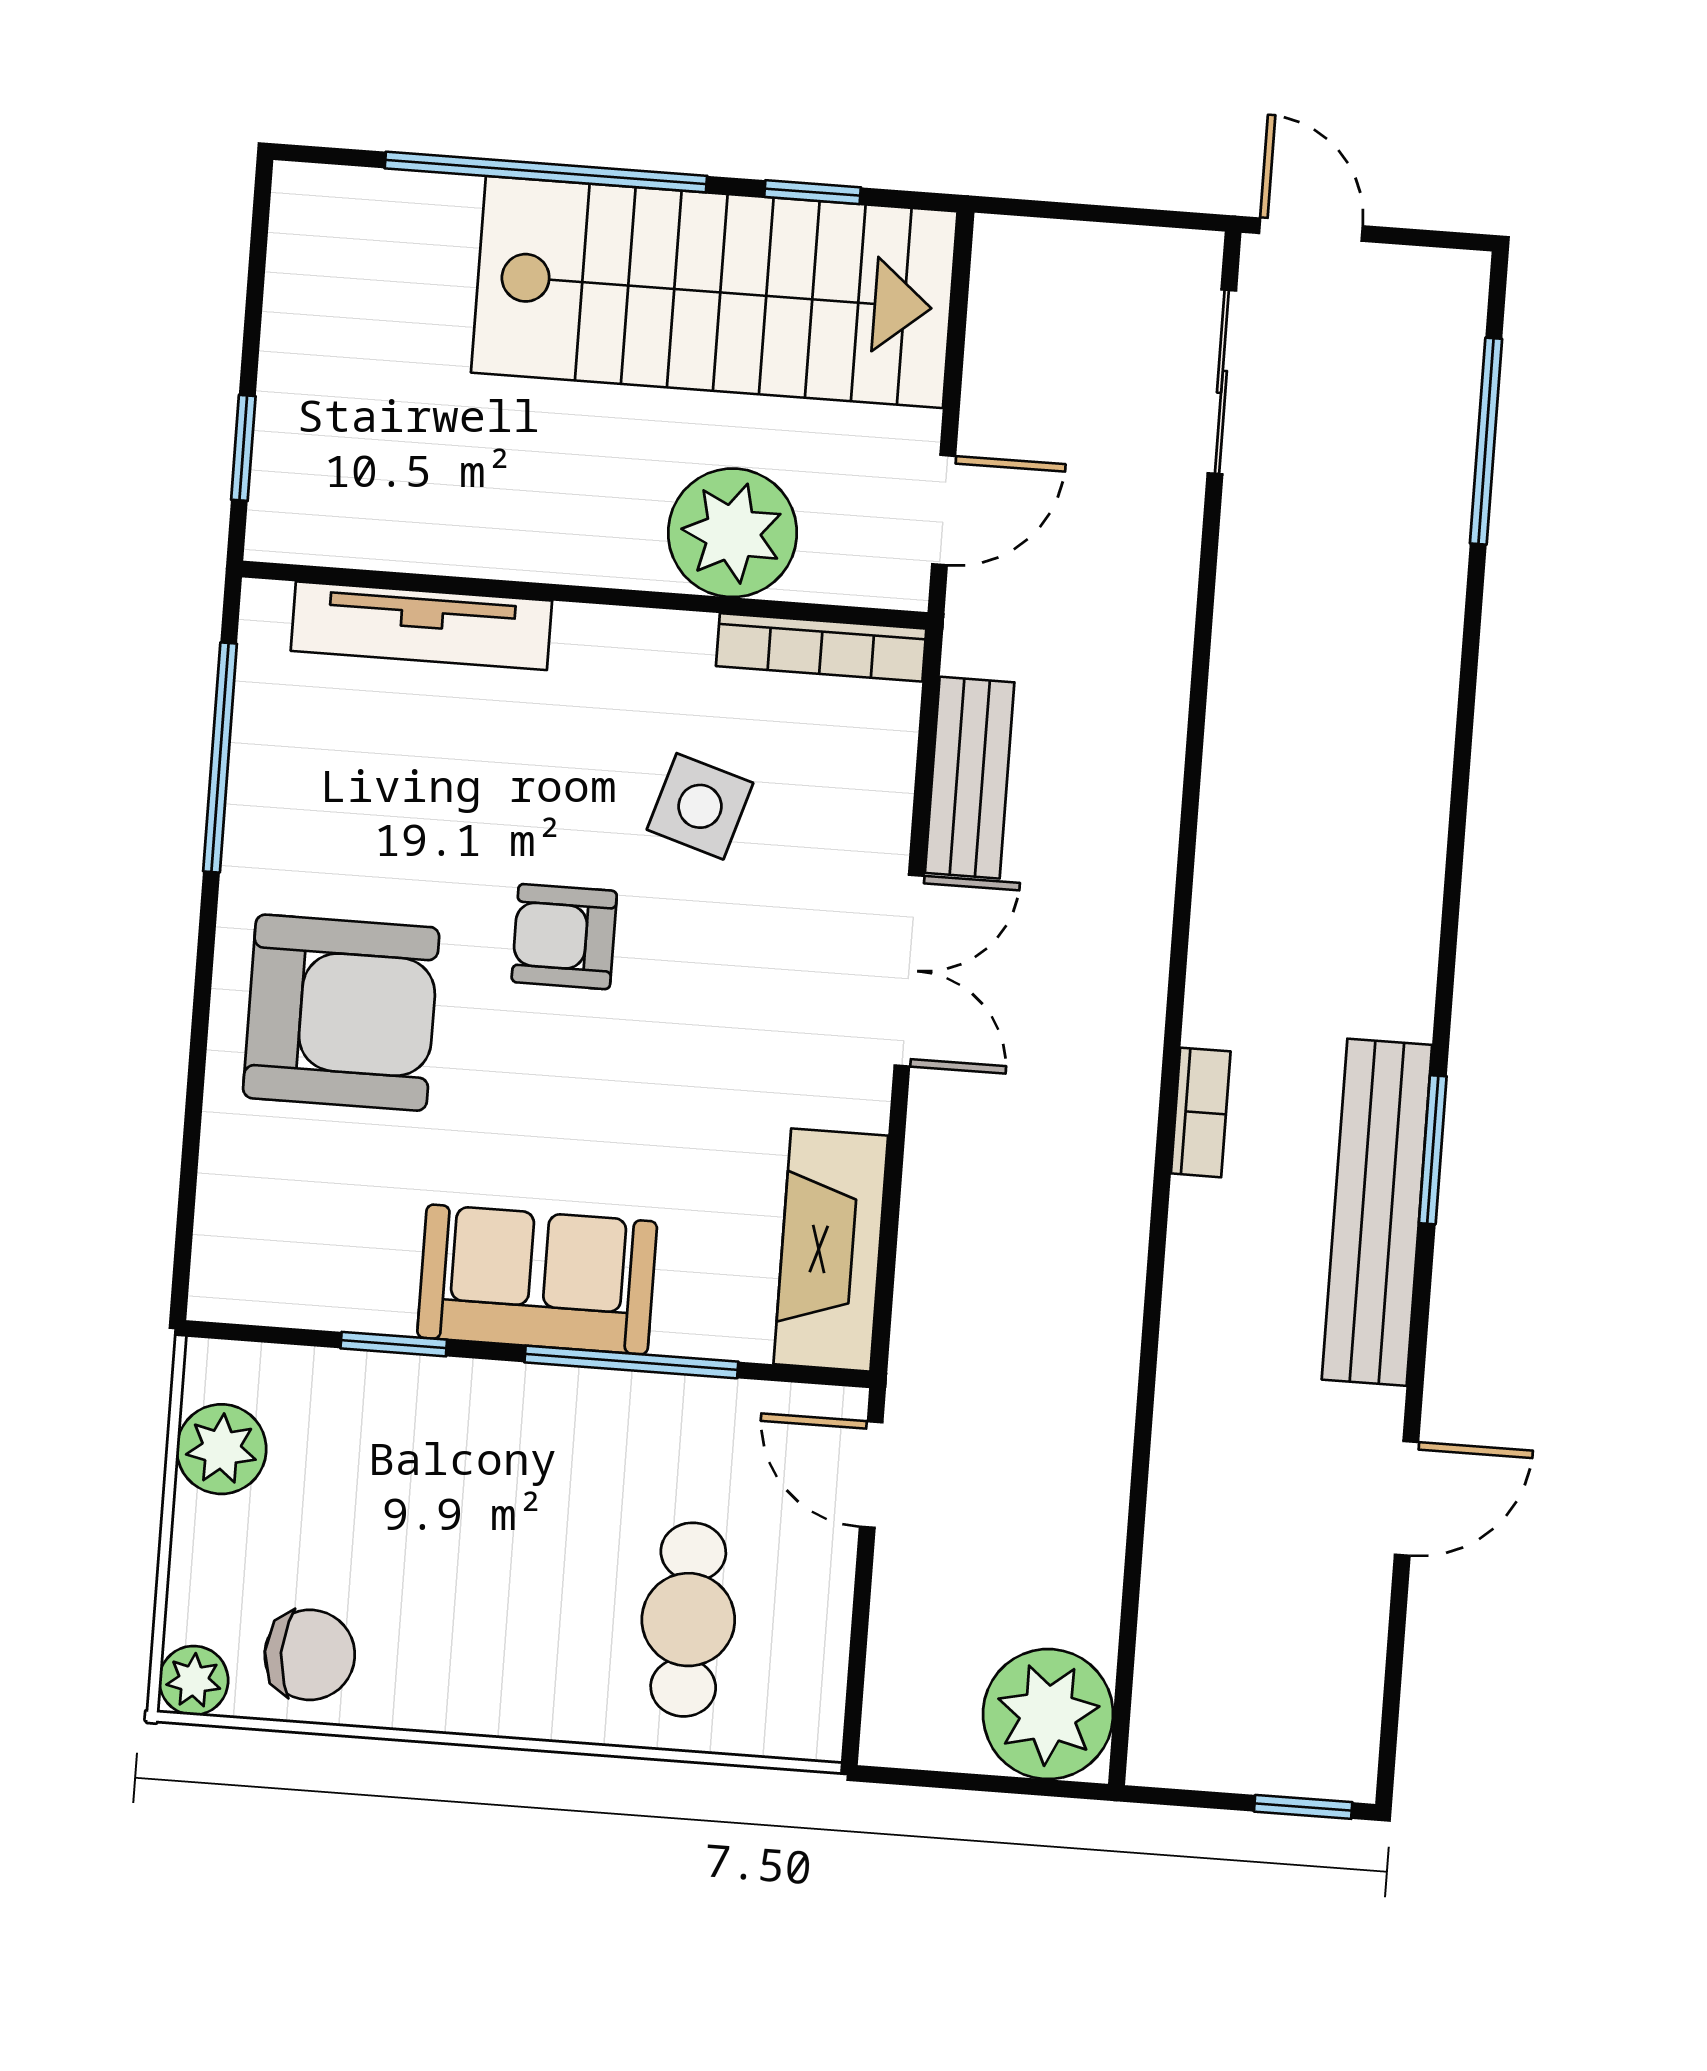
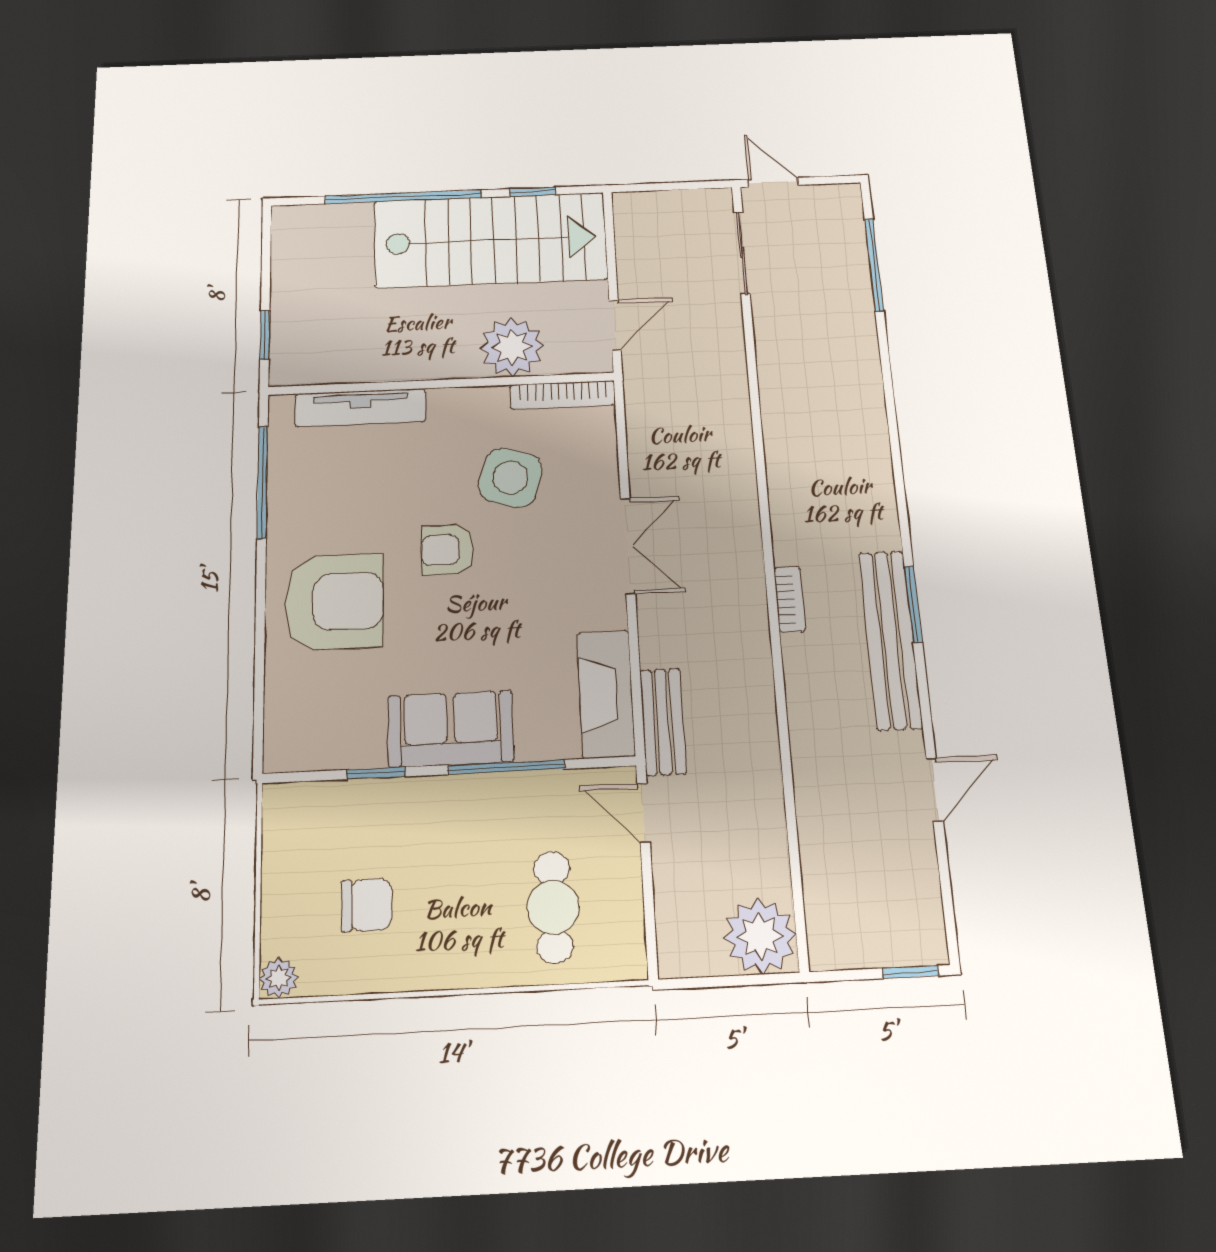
bench: (970, 778) -> (663, 722), moved
side table: (700, 806) -> (511, 478), width x1.37, depth x1.37
plant: (221, 1449) -> (286, 843), removed
chair: (310, 1655) -> (367, 905), moved

